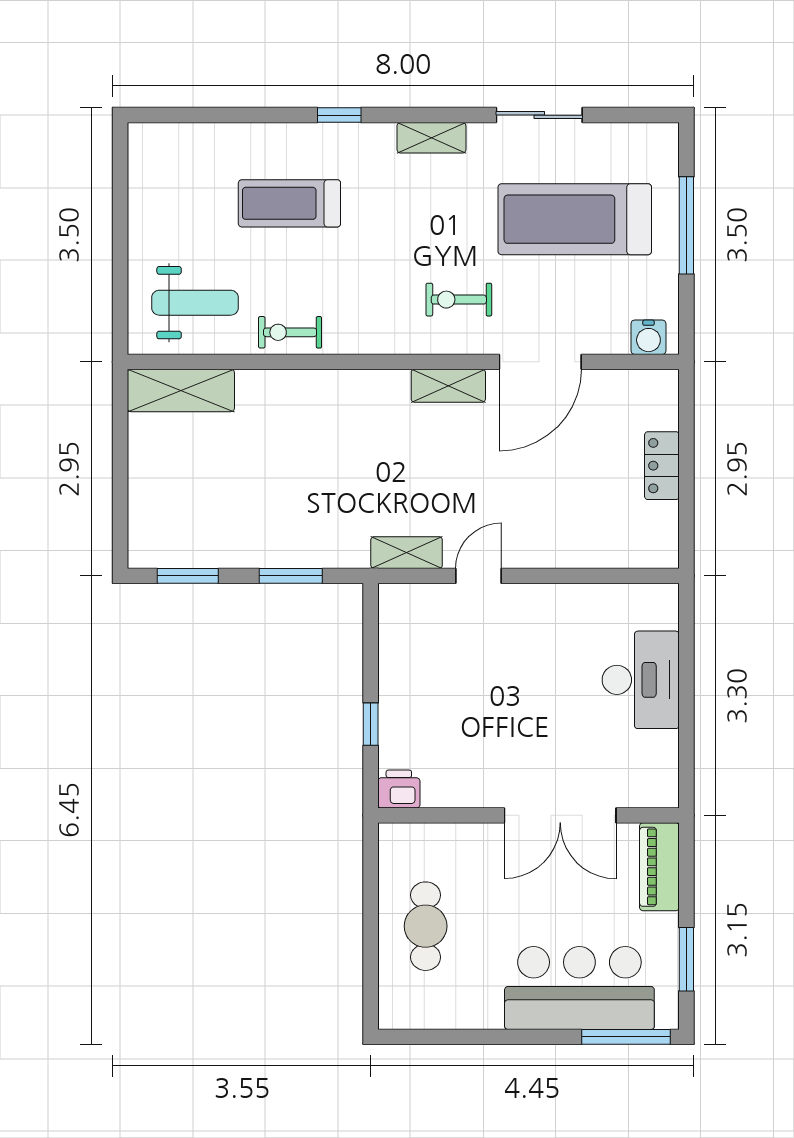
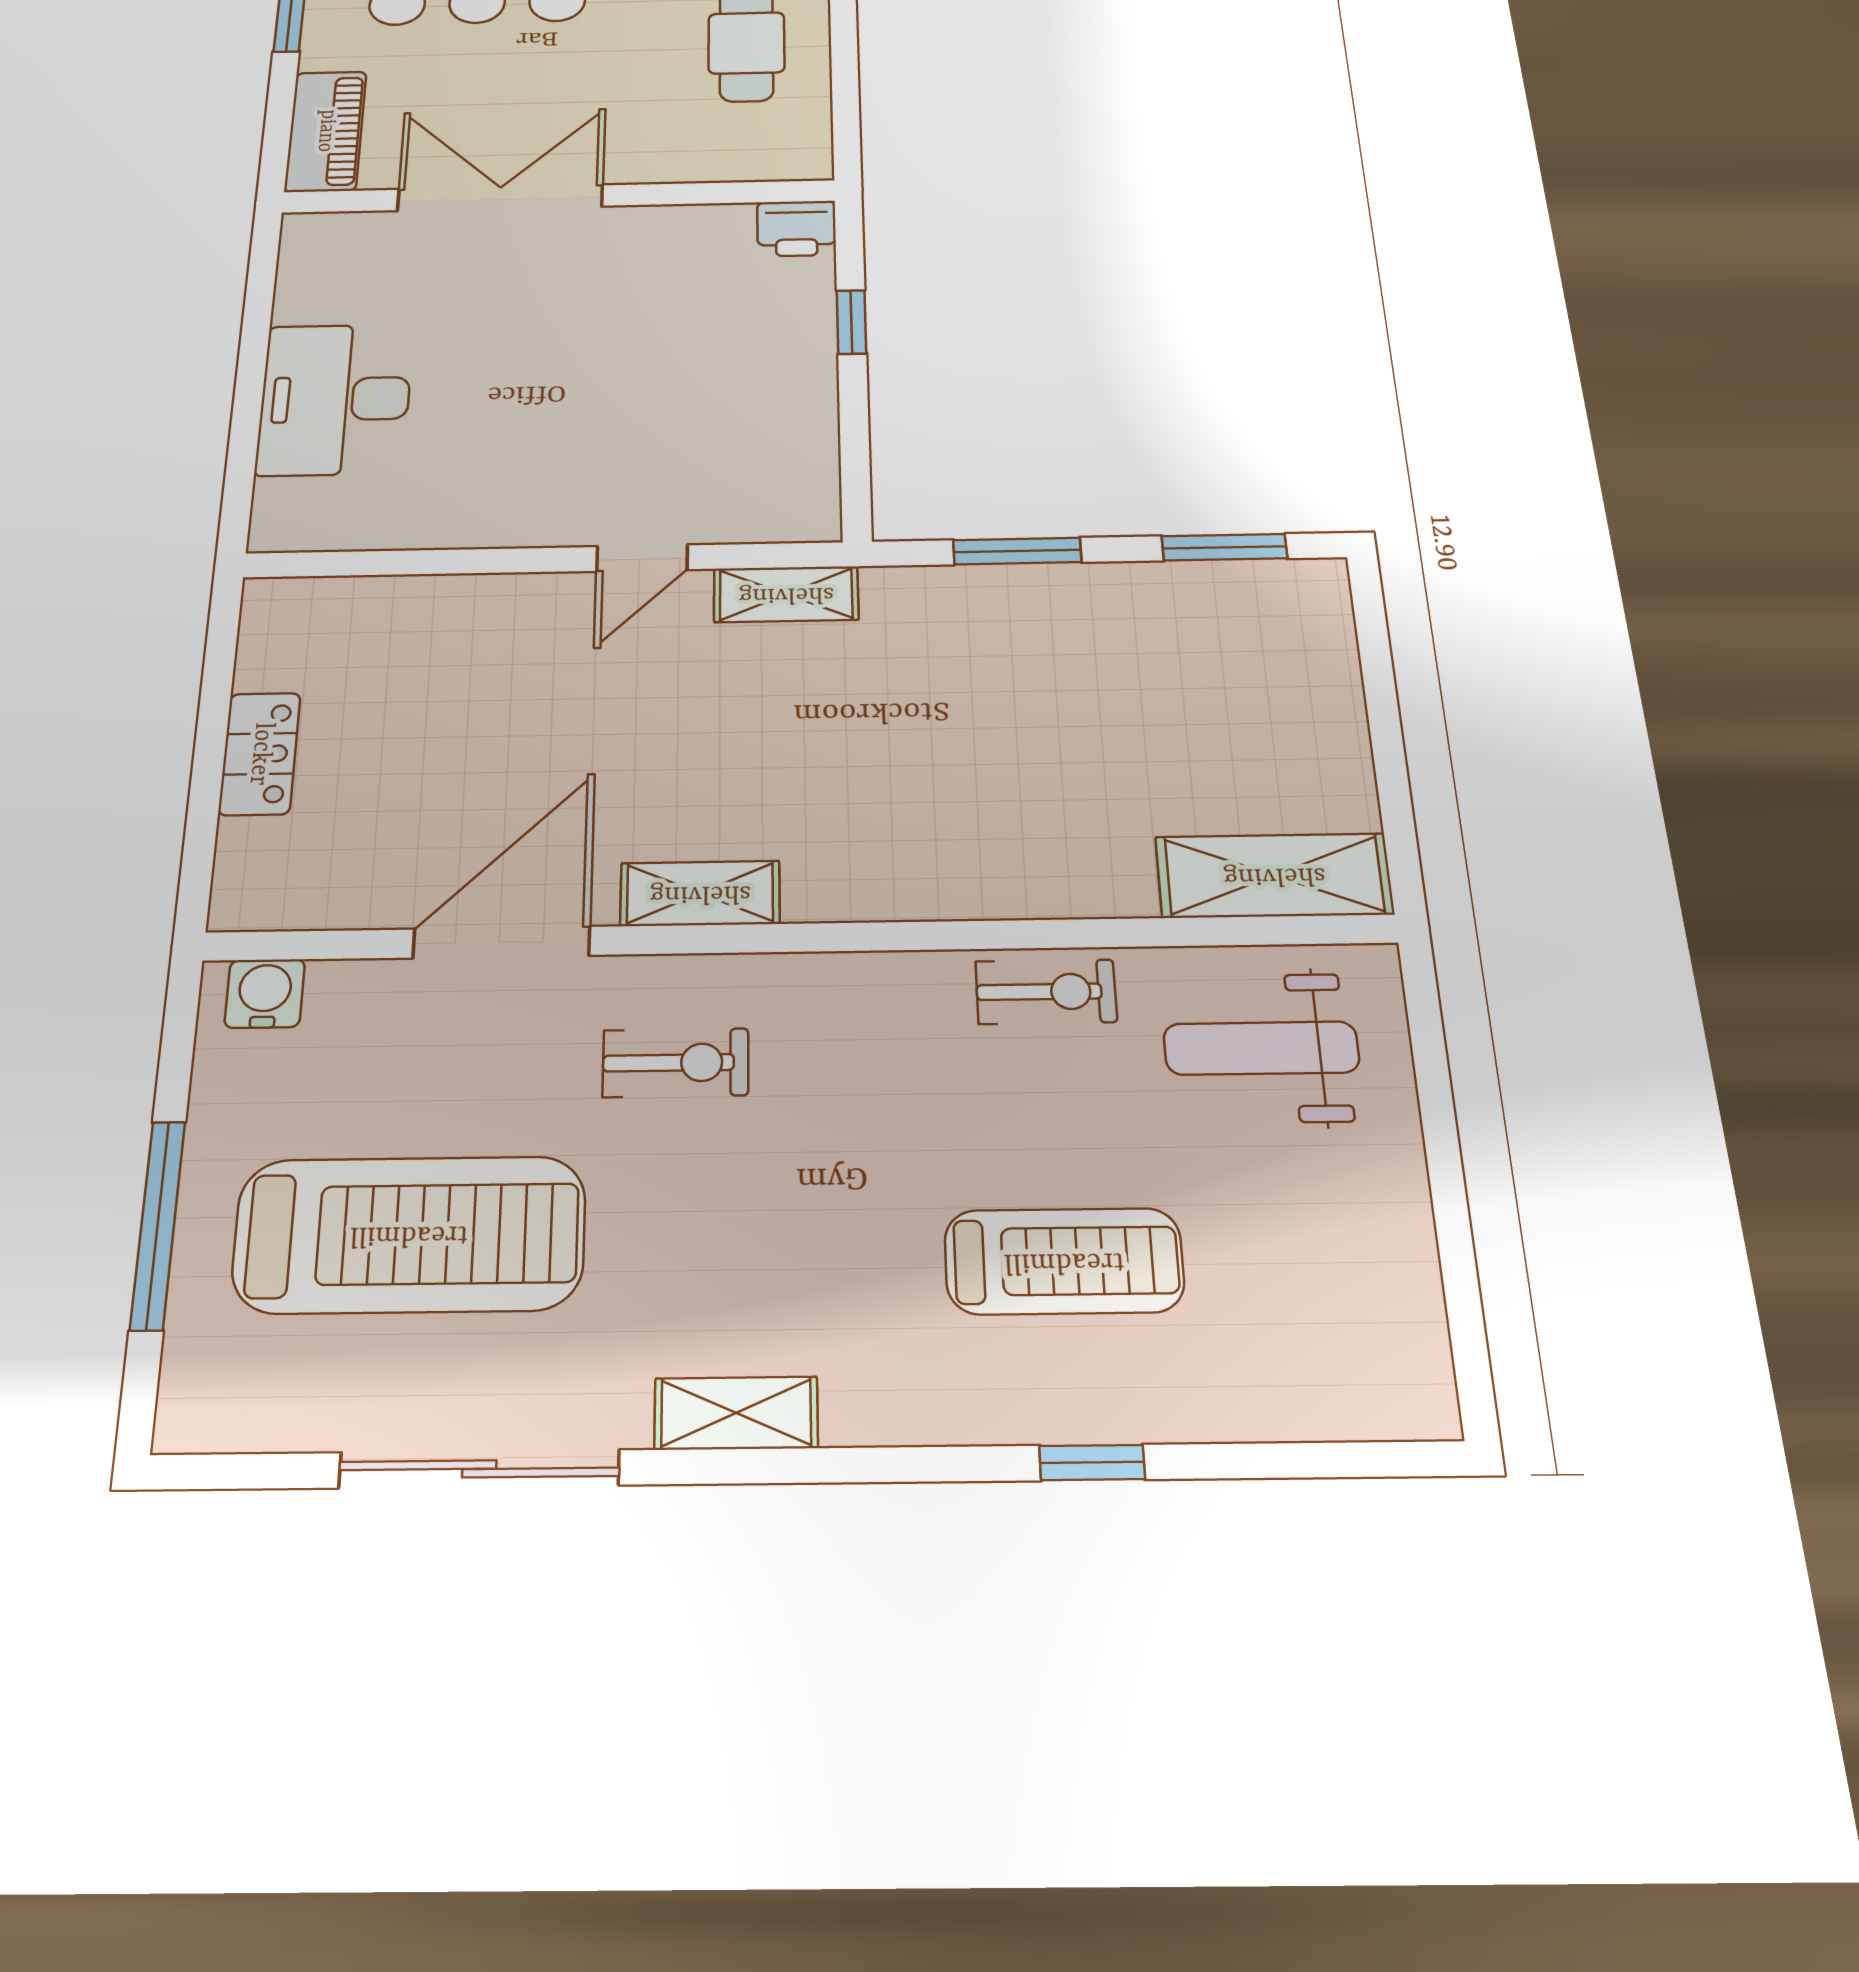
window: (339, 115) -> (1092, 1462), moved
sliding door: (539, 115) -> (479, 1469), width x1.37

